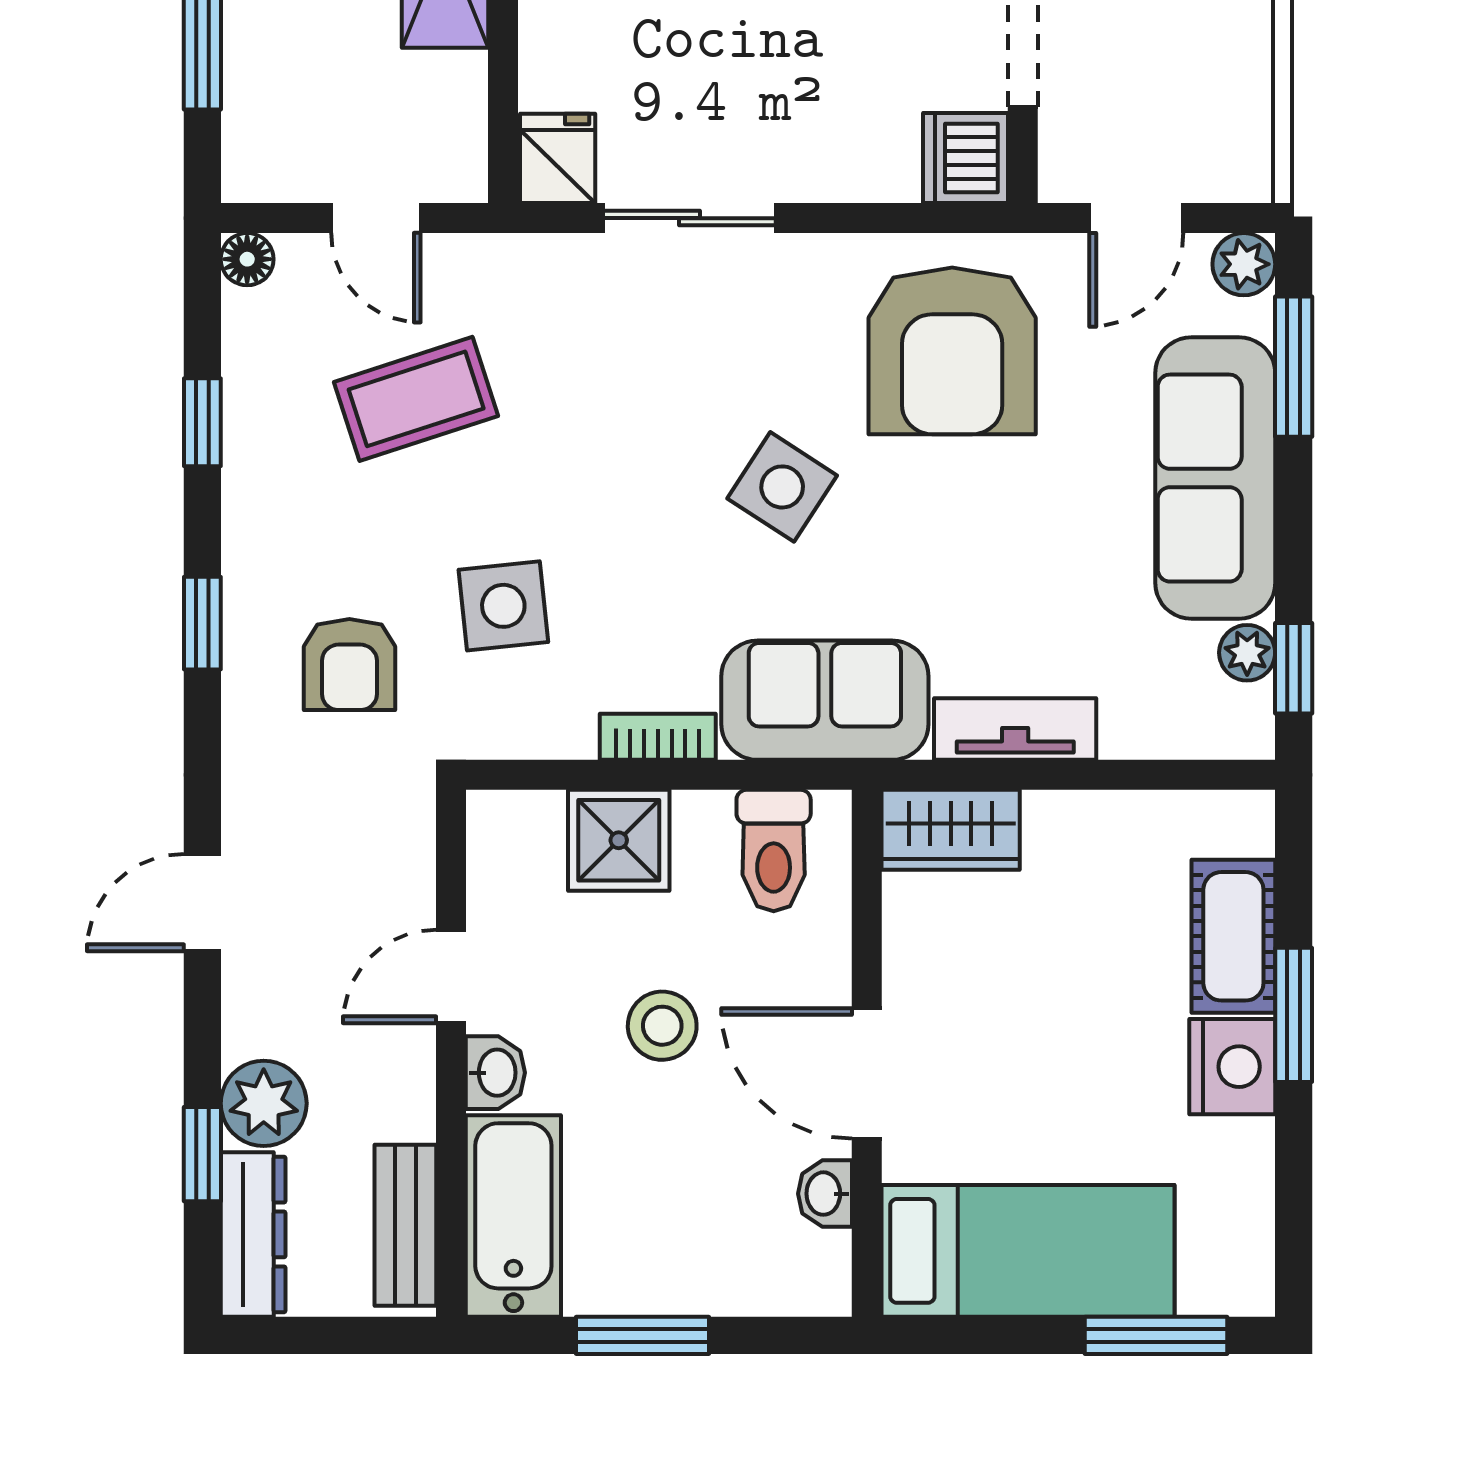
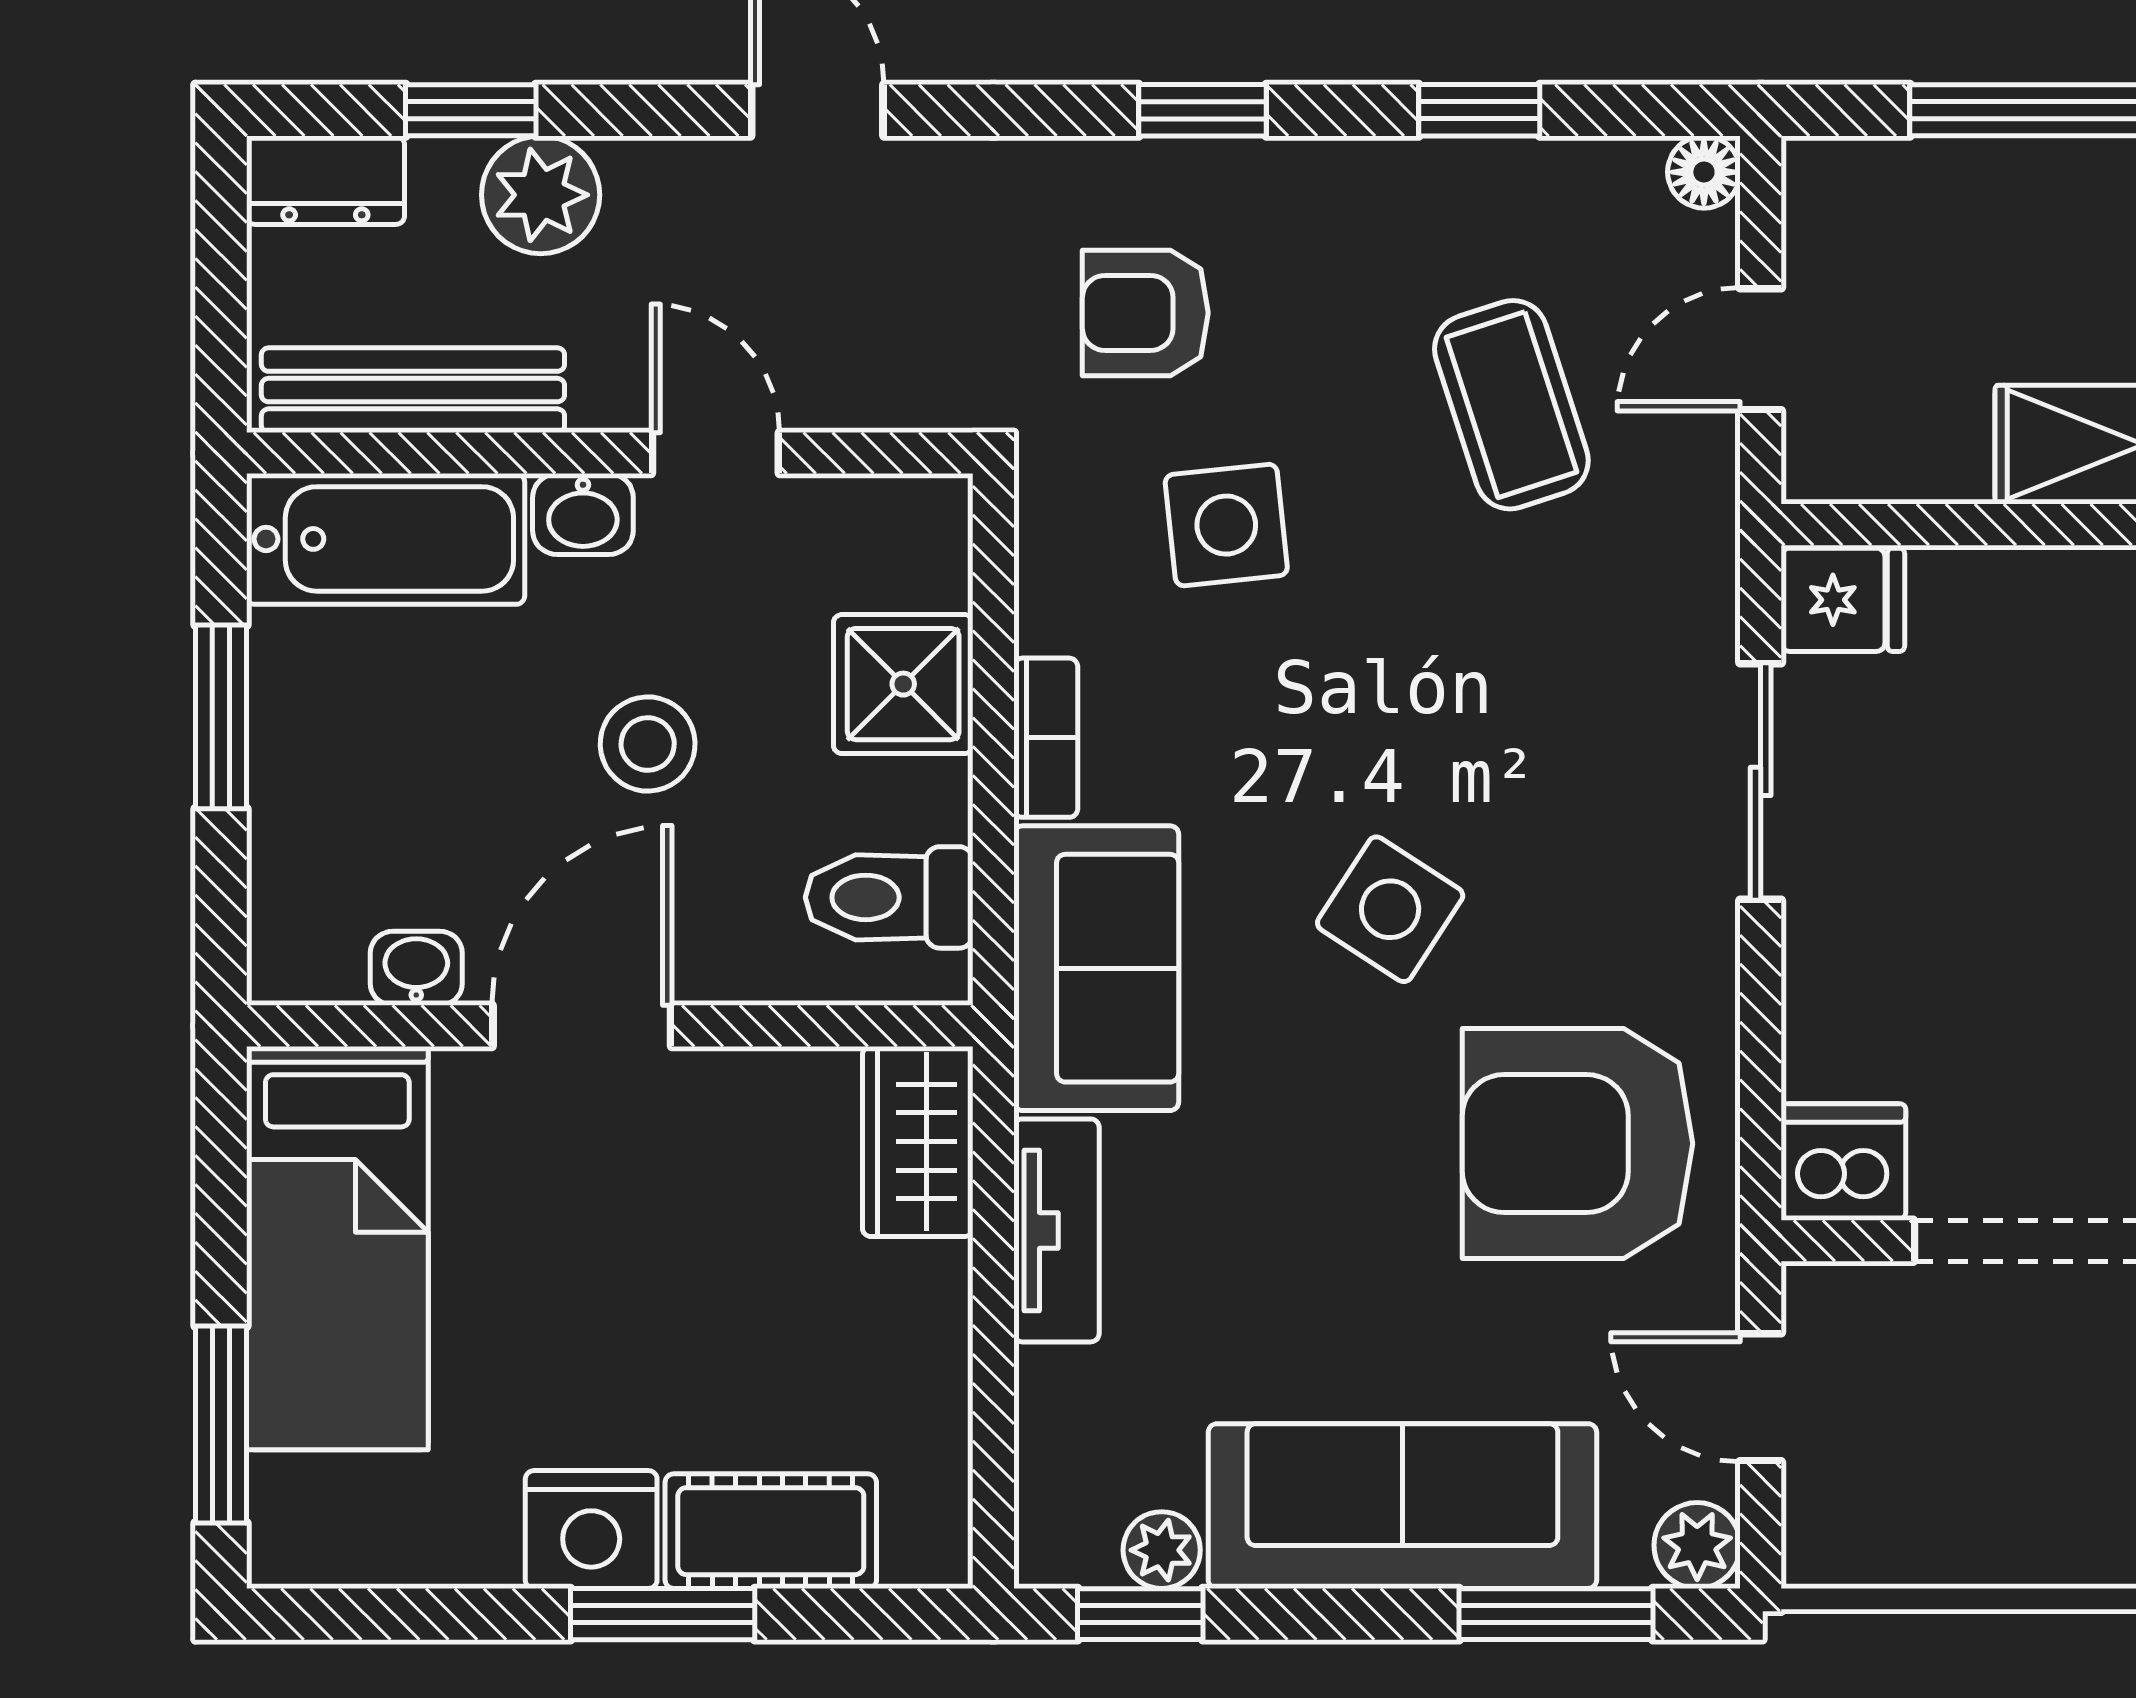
bench: (405, 1225) -> (413, 390), width x1.36
dresser: (253, 1234) -> (325, 180), width x0.70

